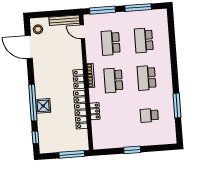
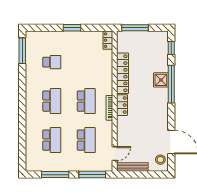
door: (82, 32) -> (115, 154), hinge flipped
window: (177, 105) -> (22, 51), moved
locker: (95, 111) -> (108, 40), moved

